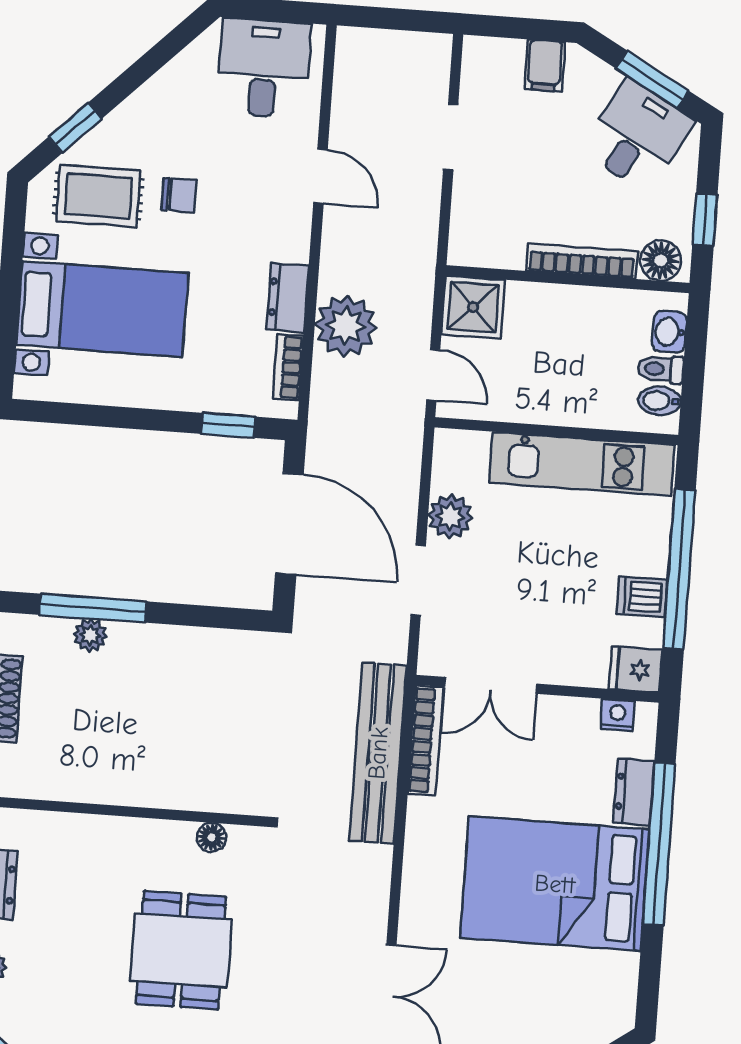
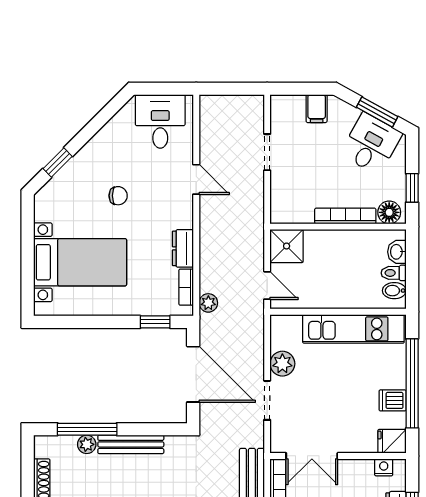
rug: (98, 196) -> (73, 200), removed
plant: (346, 326) -> (208, 303), moved, width x0.53, depth x0.53
bench: (169, 641) -> (131, 444), added

